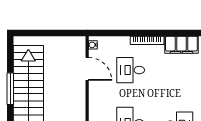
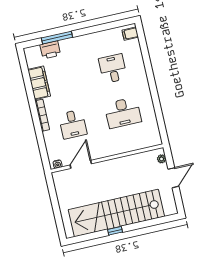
window: (10, 89) -> (115, 231), width x0.46

